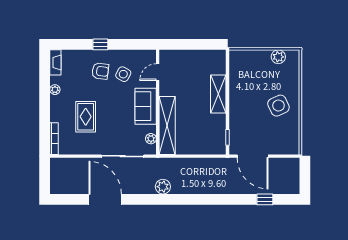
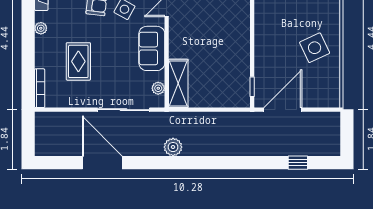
shelving: (218, 94) -> (241, 33), removed
shelving: (167, 125) -> (178, 83), width x0.68
door: (253, 156) -> (283, 110), swing flipped

